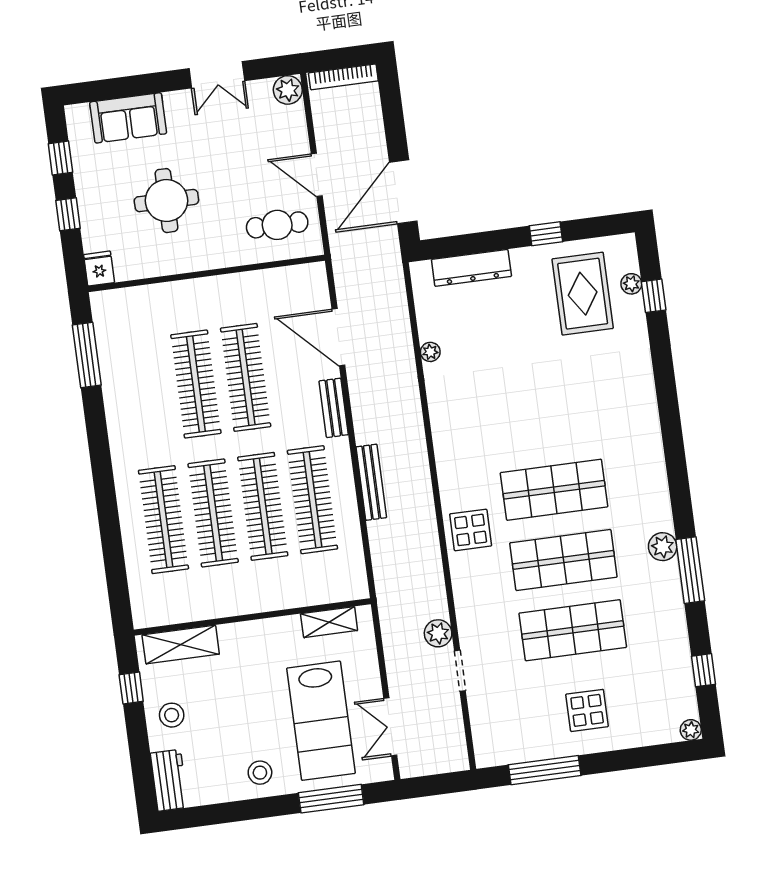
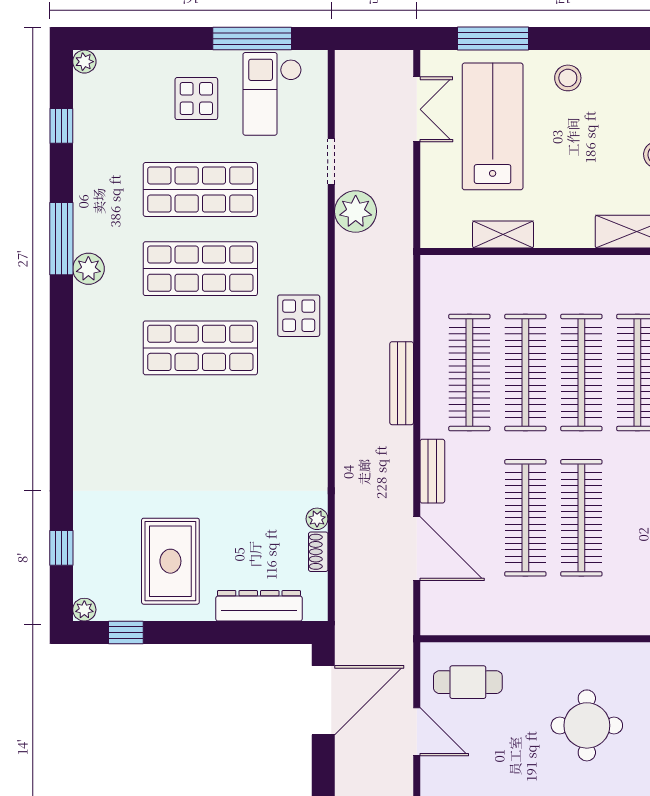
window: (546, 234) -> (126, 633), moved
plant: (631, 284) -> (84, 610), moved
rug: (583, 294) -> (170, 561), moved
shoe rack: (425, 323) -> (318, 552), added
shelving: (329, 622) -> (503, 234), moved
plant: (438, 633) -> (356, 211), width x1.36, depth x1.36
checkout: (520, 724) -> (272, 94), added

